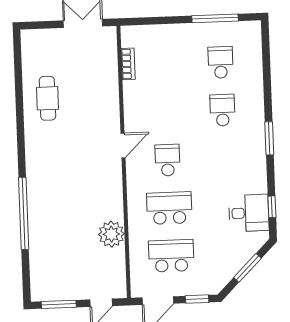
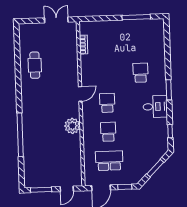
school desk: (221, 62) -> (139, 44), removed
school desk: (169, 208) -> (108, 132), width x0.54
desk: (249, 213) -> (155, 107), moved
plant: (111, 234) -> (72, 126), moved

